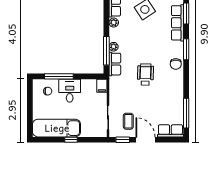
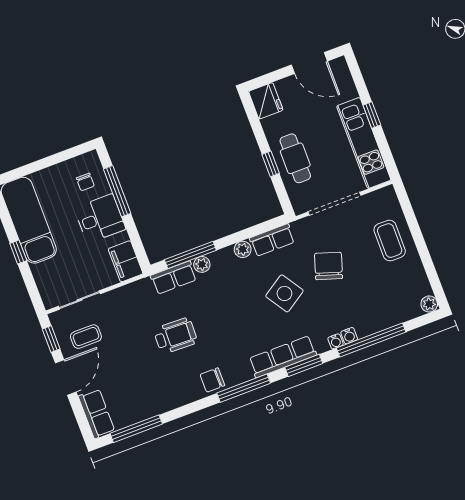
window: (186, 49) -> (244, 388), width x1.44
filing cabinet: (102, 86) -> (126, 261), width x2.00

